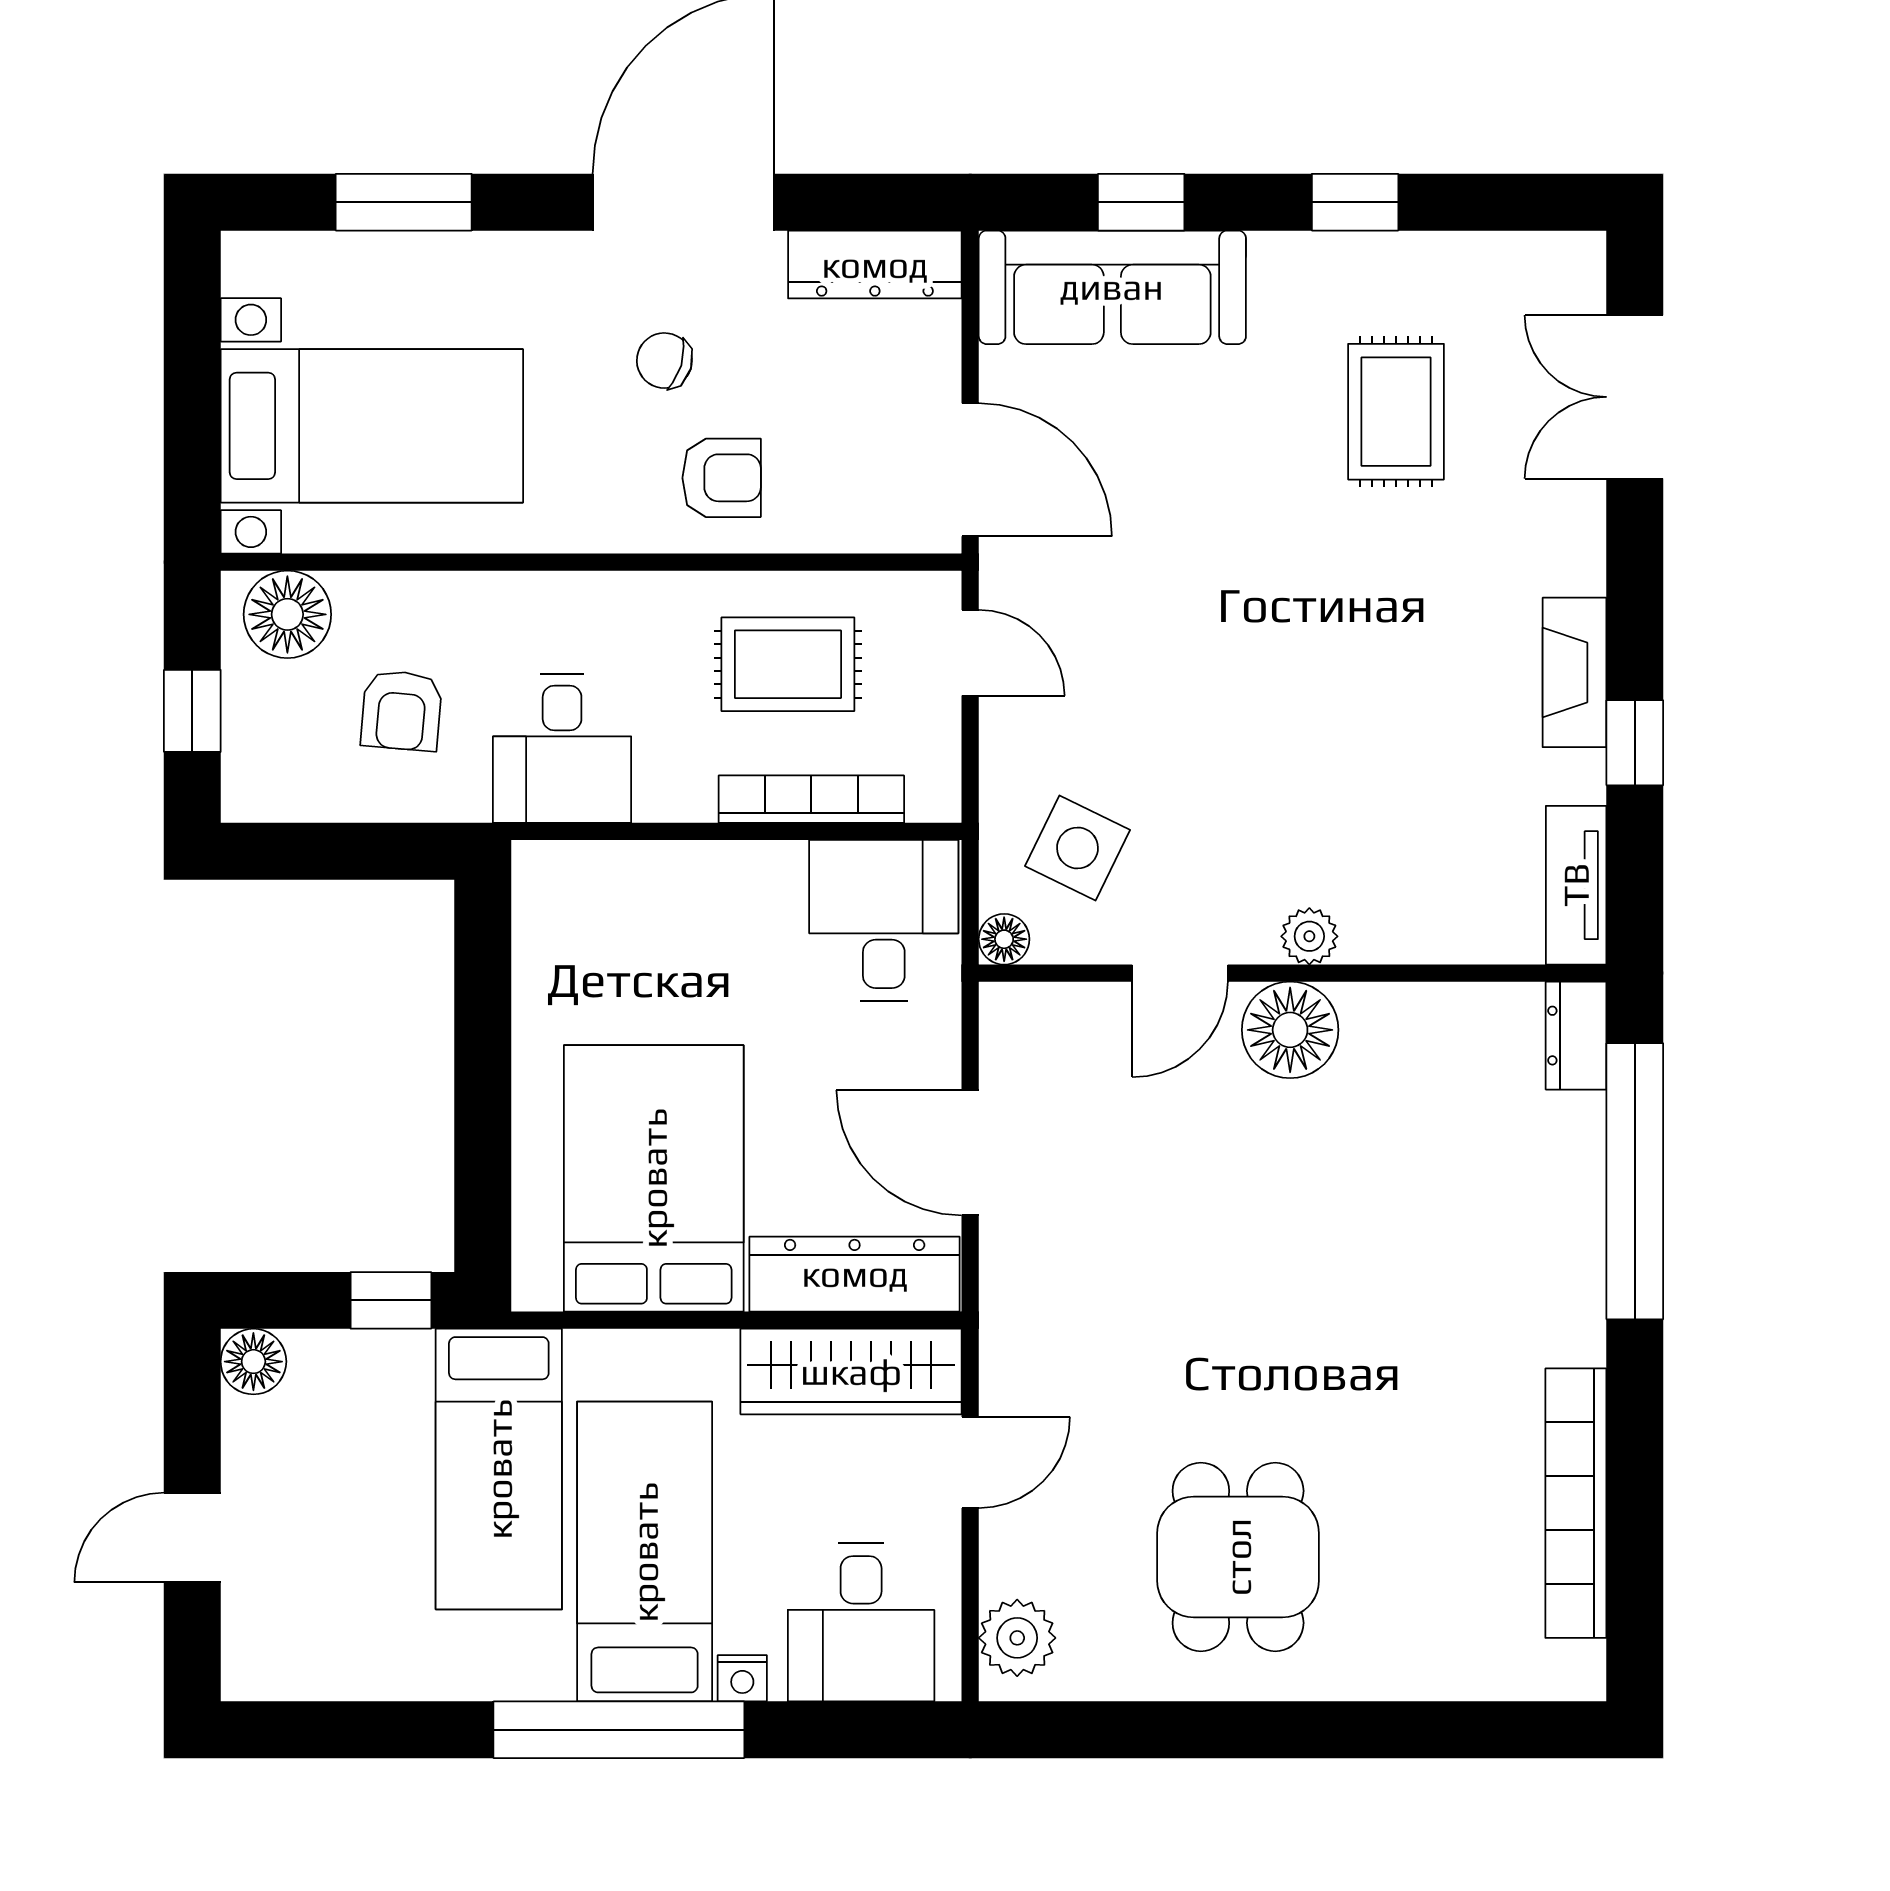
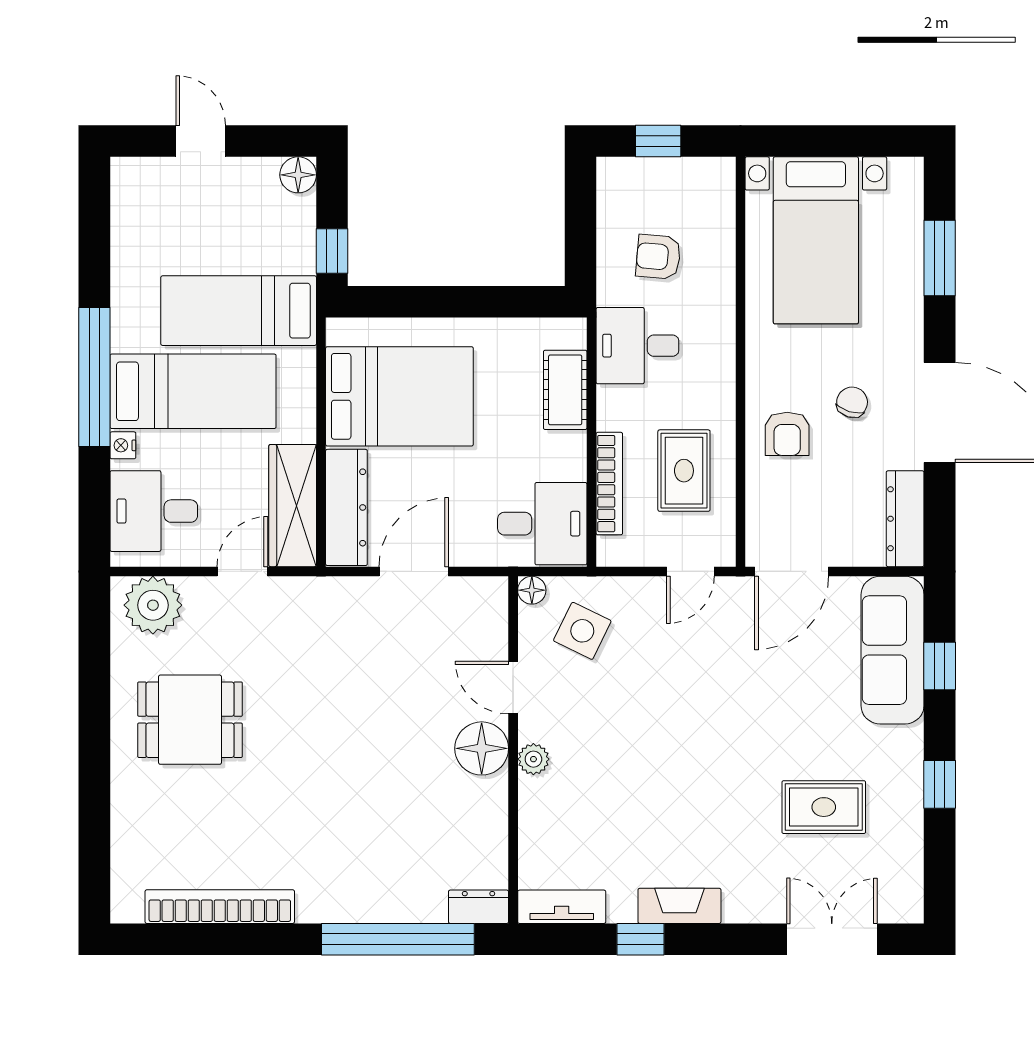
floor lamp: (287, 614) -> (712, 194), removed
cot: (642, 879) -> (565, 390), added
door: (970, 1462) -> (242, 571), swing flipped
plant: (1017, 1638) -> (153, 605), width x1.36, depth x1.36

